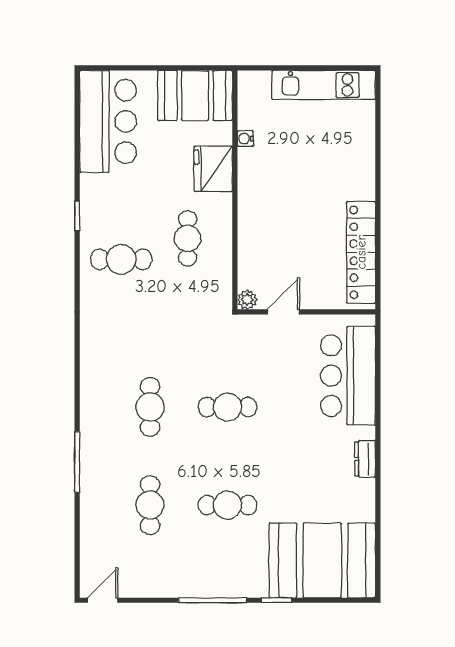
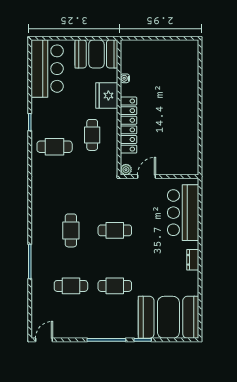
kitchen unit: (324, 85) -> (169, 48), removed
locker: (361, 252) -> (129, 125), moved, turned 180
cafe table: (150, 505) -> (71, 286), turned 90

